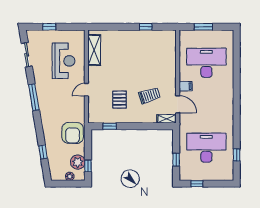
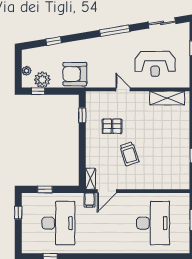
filing cabinet: (186, 86) -> (90, 200), moved
trolley: (149, 95) -> (129, 154), moved

